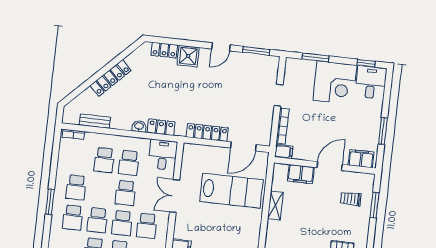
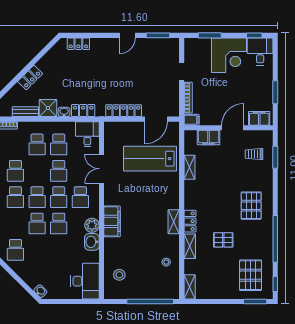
shower: (188, 56) -> (48, 108), moved
locker: (111, 78) -> (30, 77), width x0.66
lab bench: (231, 191) -> (150, 159), turned 180

